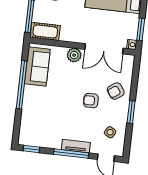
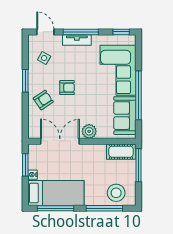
nightstand: (132, 45) -> (33, 175), moved
corner sofa: (39, 112) -> (118, 70), added

